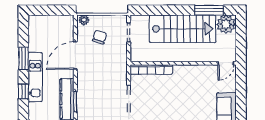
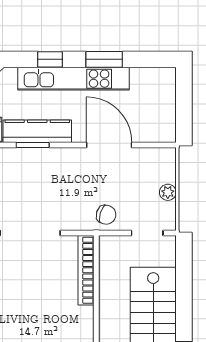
plant: (84, 20) -> (168, 192), moved
chair: (100, 37) -> (106, 215), moved
kitchen unit: (35, 77) -> (73, 79), width x1.36

